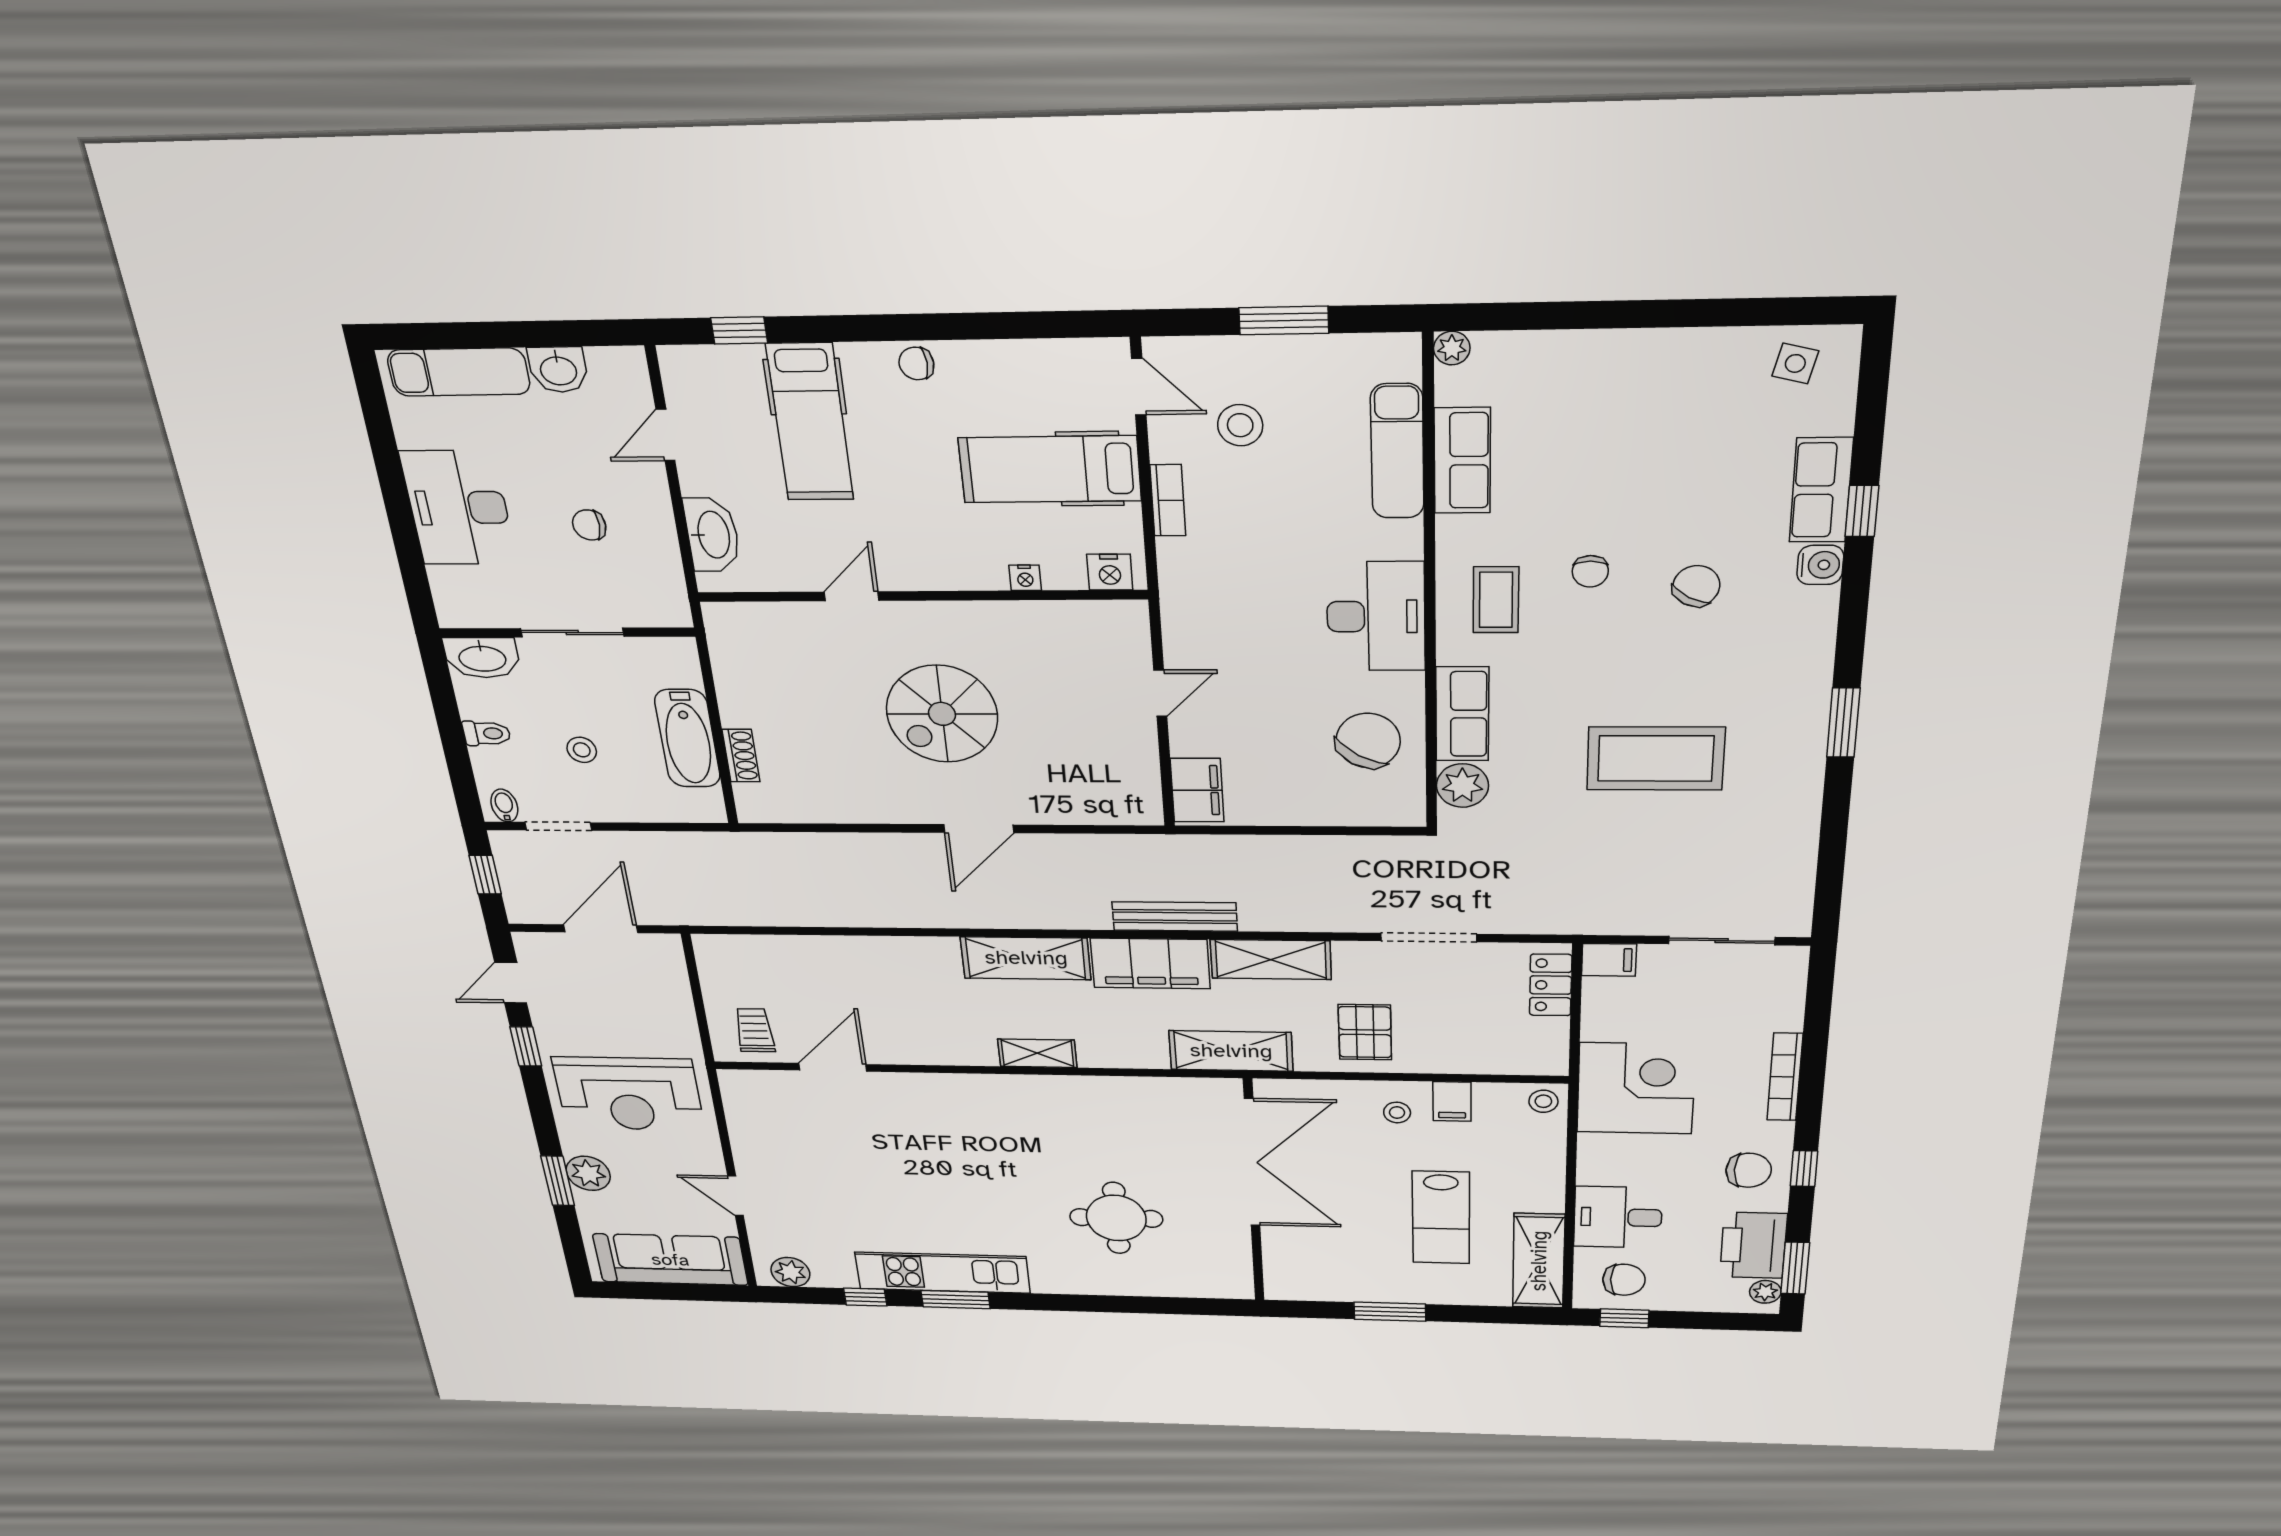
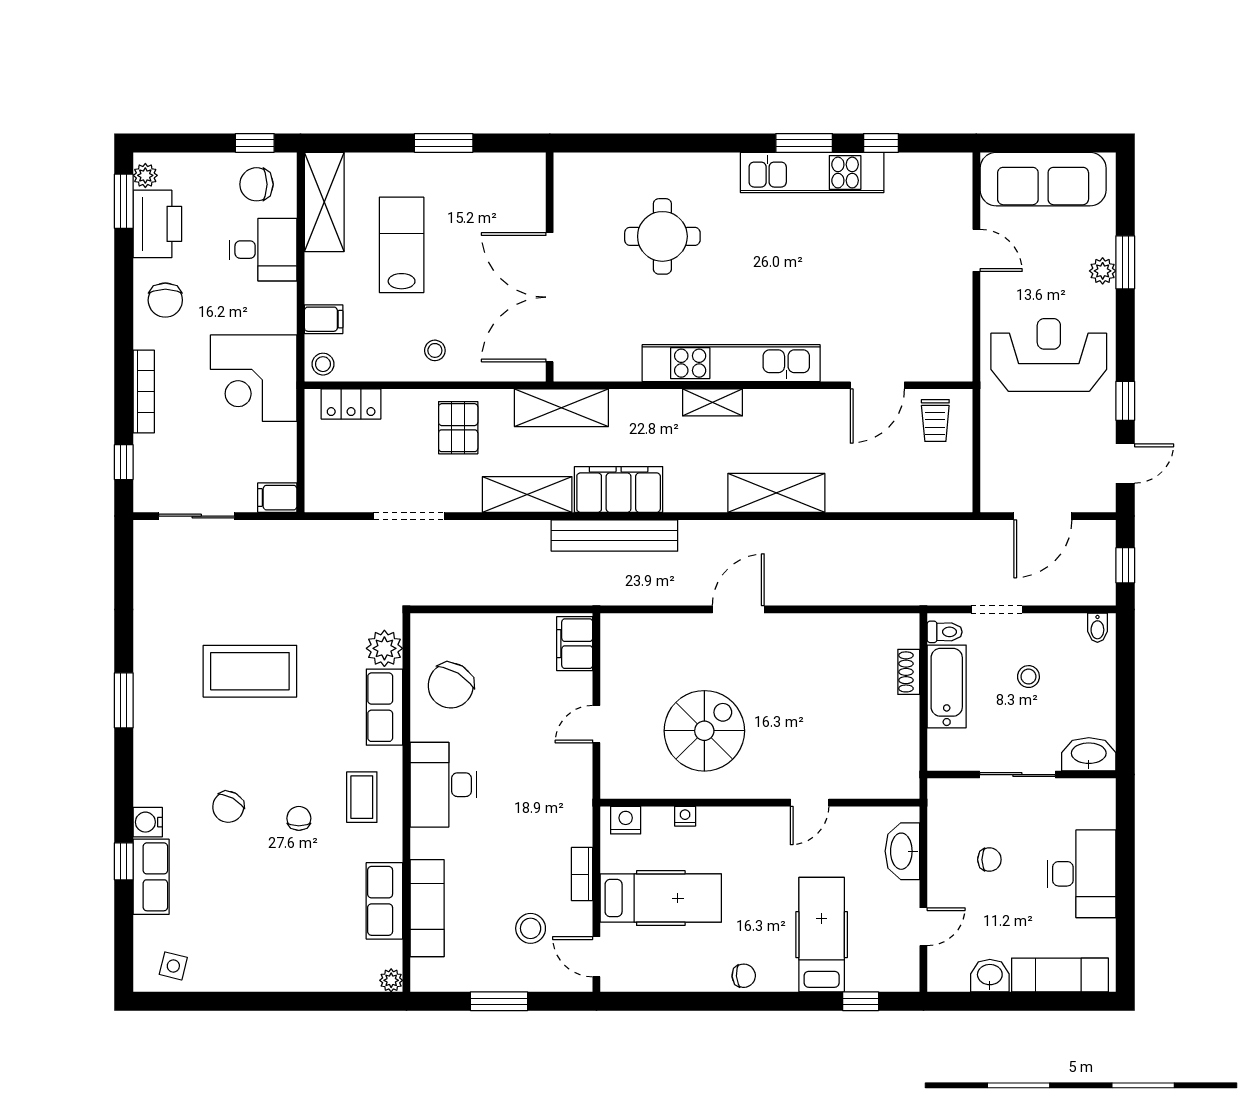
spiral stairs: (942, 714) -> (704, 731), moved
toilet: (487, 733) -> (945, 632), moved, turned 180
doorway: (558, 826) -> (997, 609), moved
bench: (1175, 916) -> (614, 536), width x1.37, depth x1.21
shelving: (1026, 958) -> (776, 493), moved
locker: (1551, 985) -> (351, 404), moved, turned 90
kitchen unit: (1018, 1093) -> (731, 363), added
filing cabinet: (1452, 1101) -> (324, 319), moved, turned 90
window: (1804, 1169) -> (124, 462), moved
chair: (1749, 1170) -> (165, 300), turned -90
plant: (588, 1173) -> (1103, 271), width x0.73, depth x0.73
plant: (790, 1272) -> (942, 169), removed

